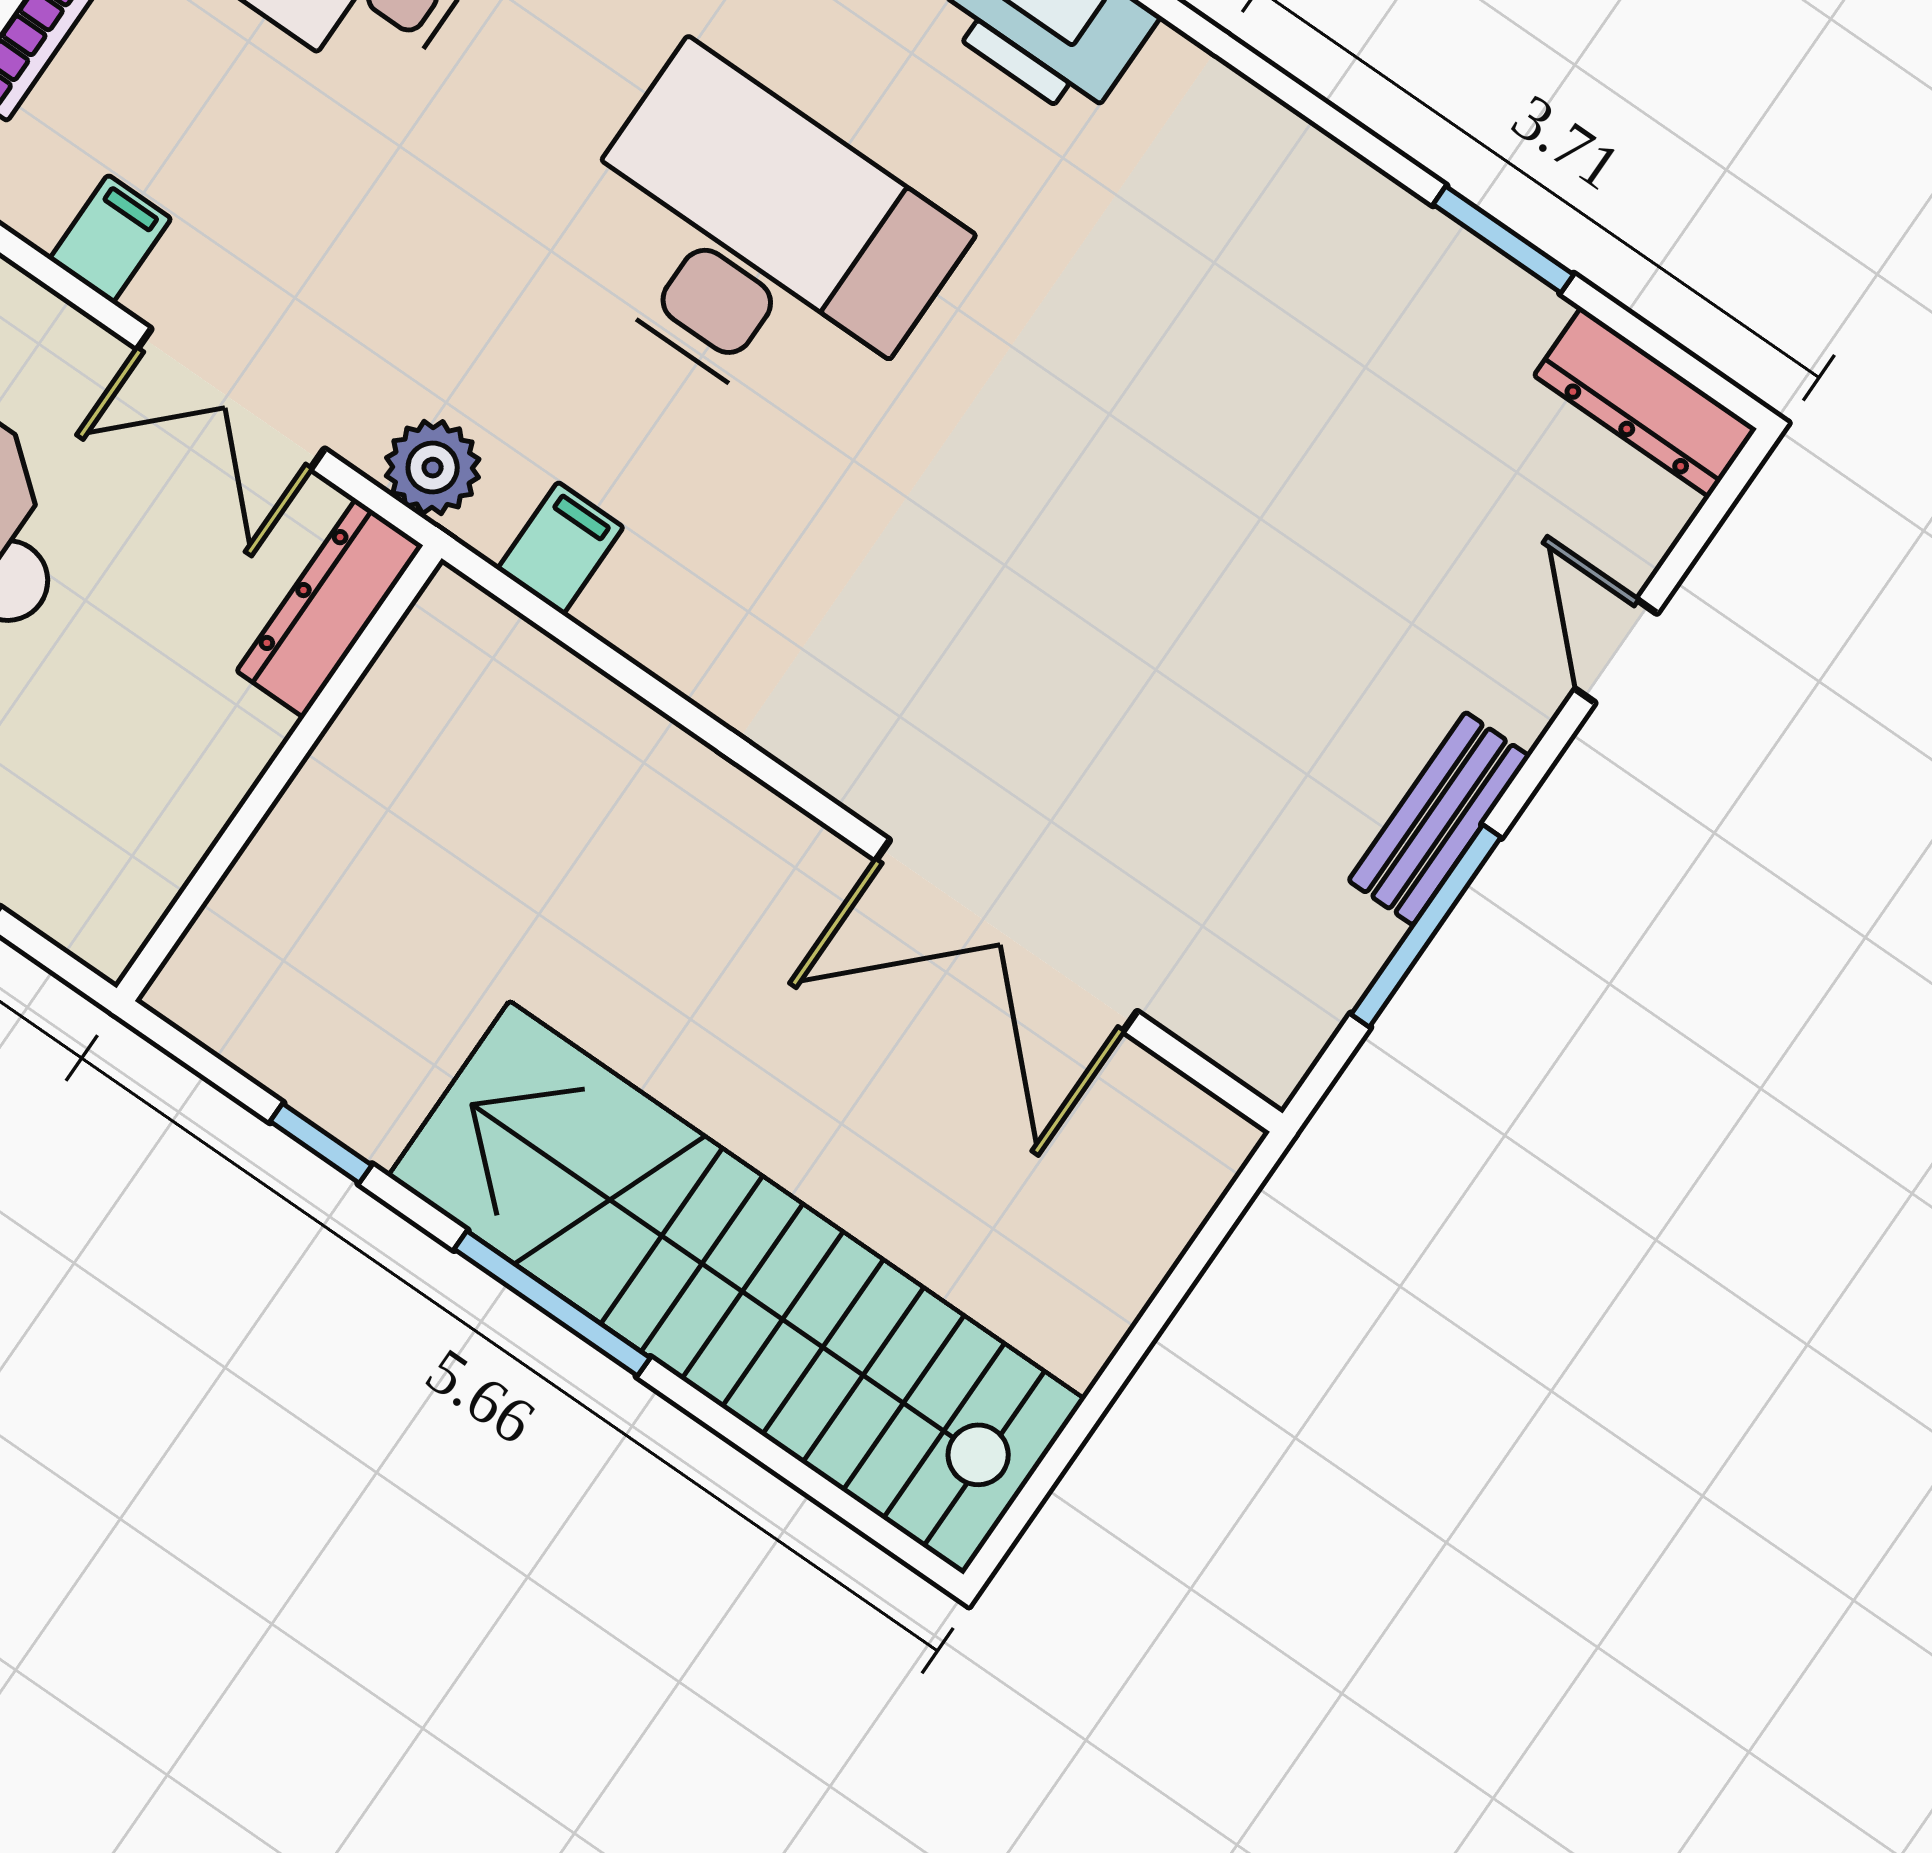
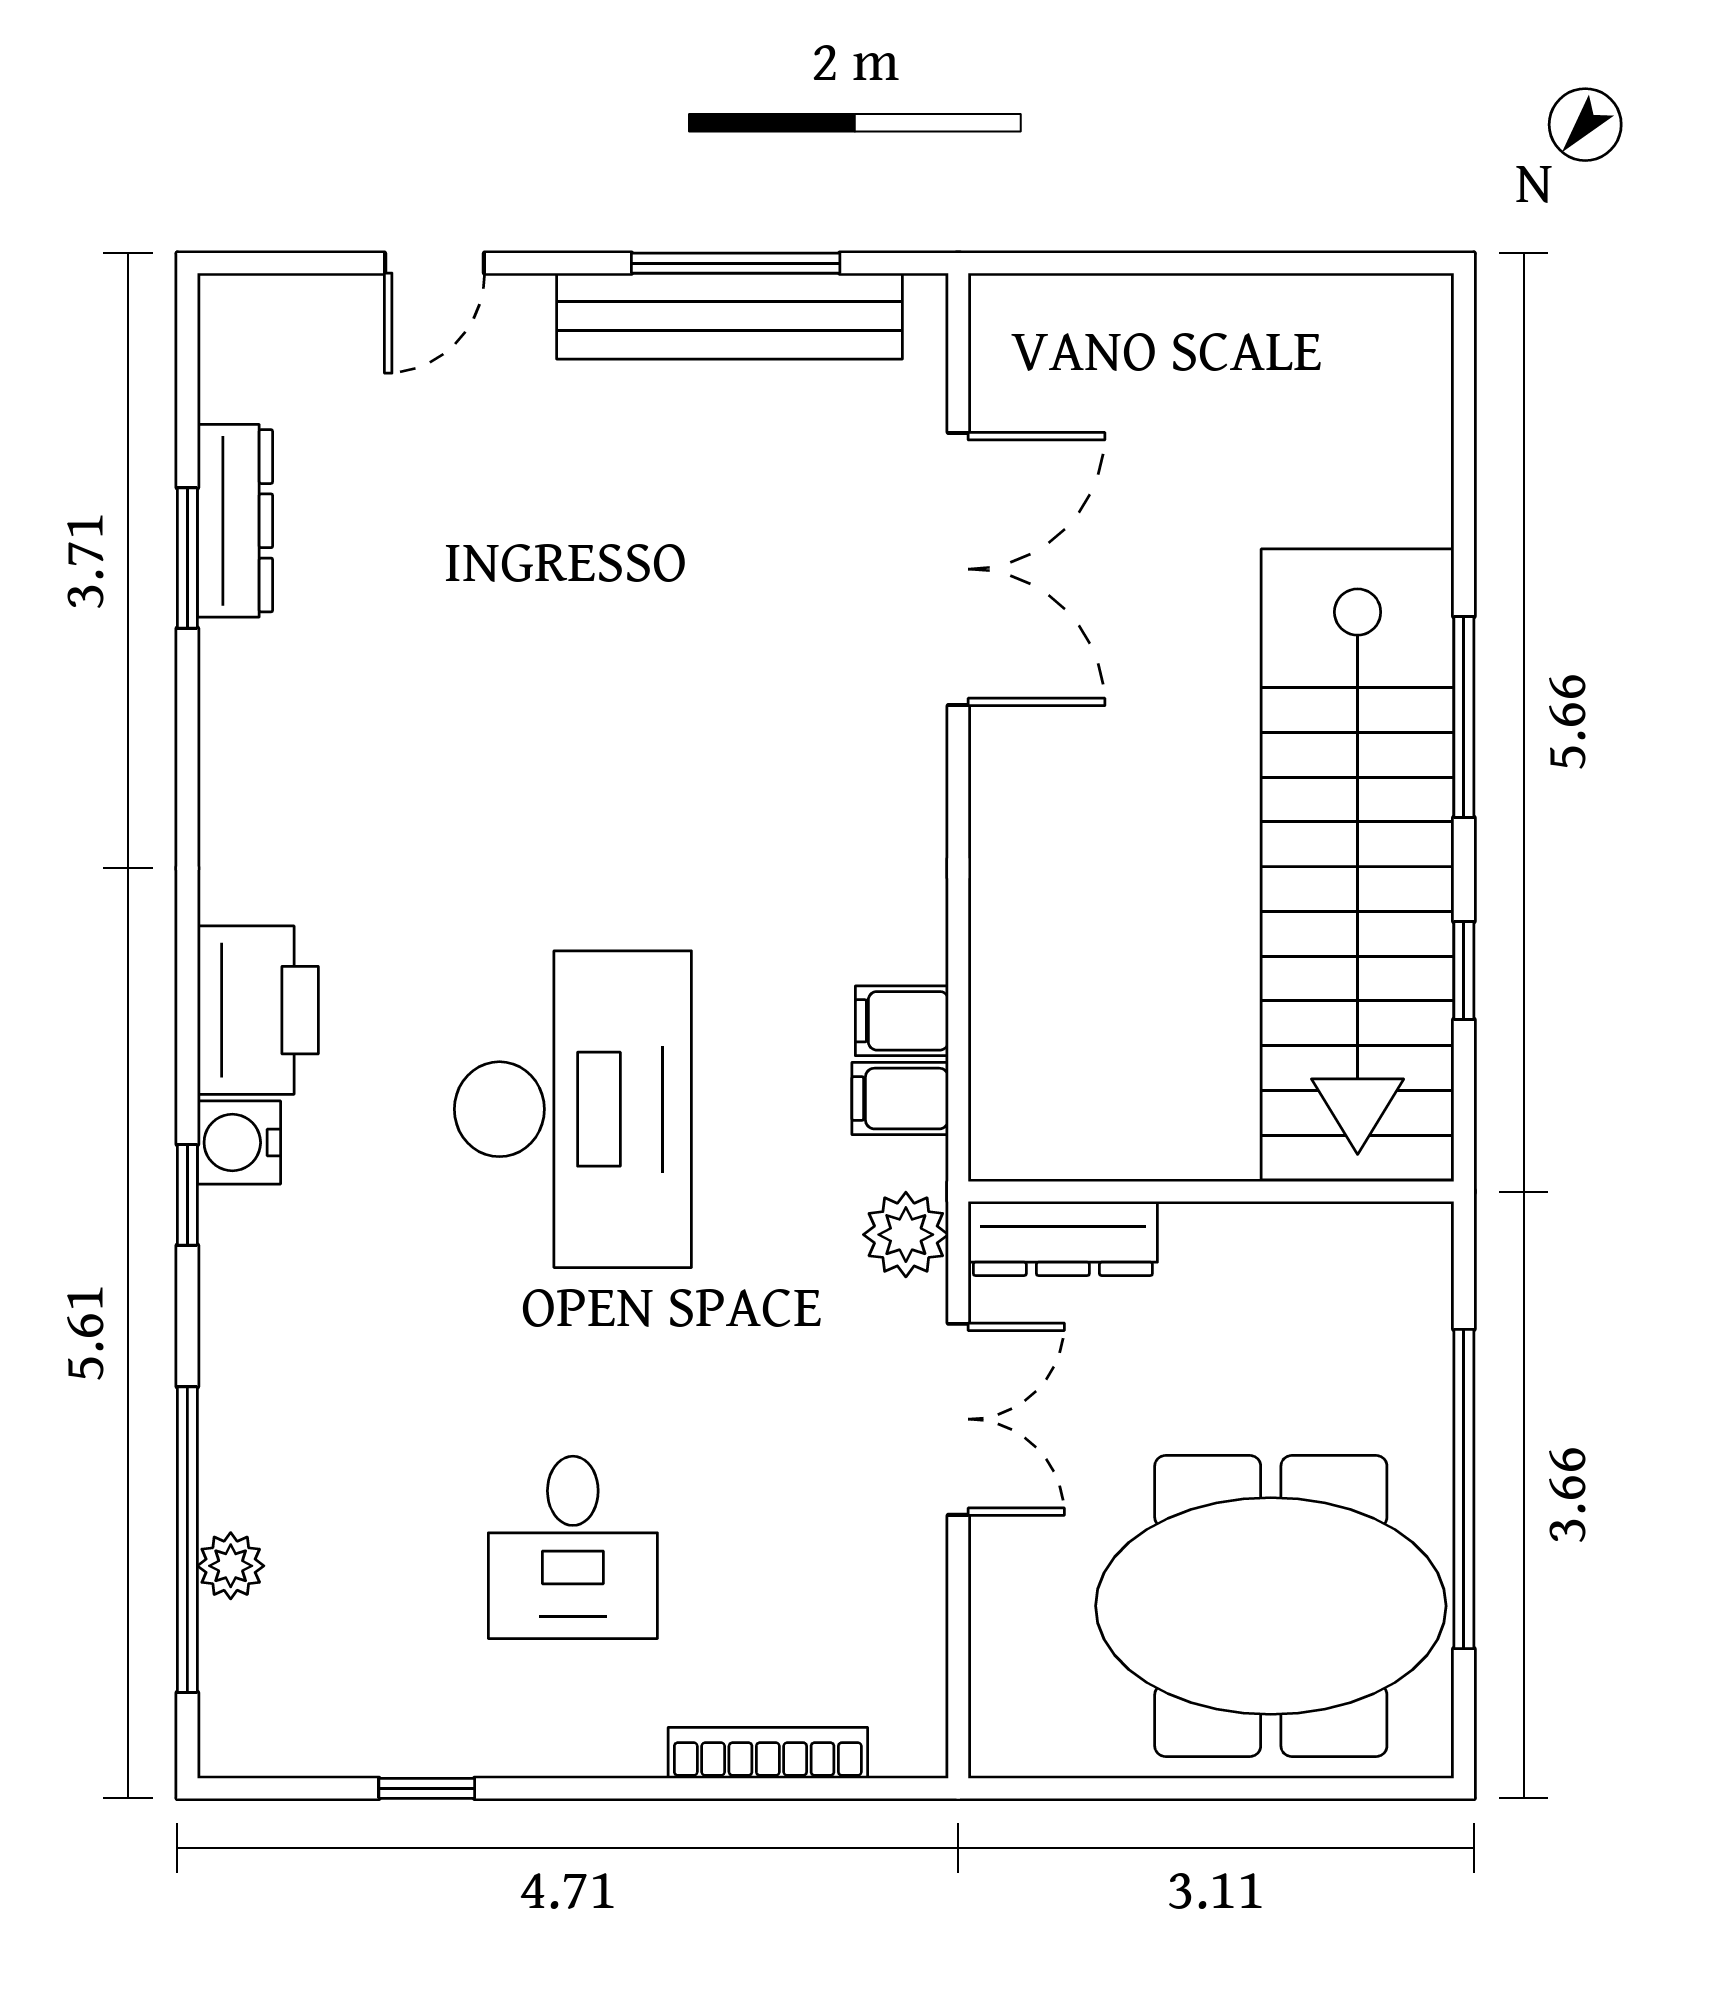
filing cabinet: (110, 239) -> (902, 1021), moved
desk: (757, 243) -> (573, 1109), turned 180
dresser: (1645, 402) -> (235, 521), moved
bench: (1439, 819) -> (730, 316), width x1.86, depth x1.21
stairs: (736, 1288) -> (1358, 864), moved

